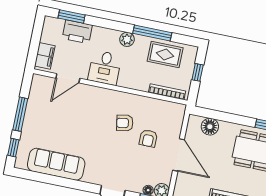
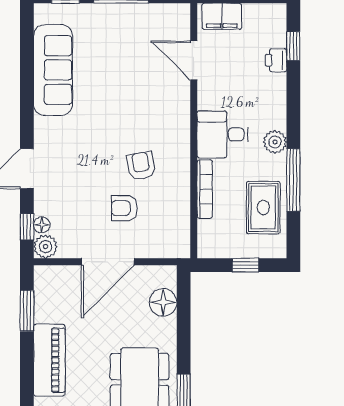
window: (72, 16) -> (293, 46), width x0.67
printer: (77, 32) -> (276, 60), width x0.53, depth x0.68
desk: (105, 68) -> (222, 134), moved
bookcase: (167, 92) -> (205, 189), moved

